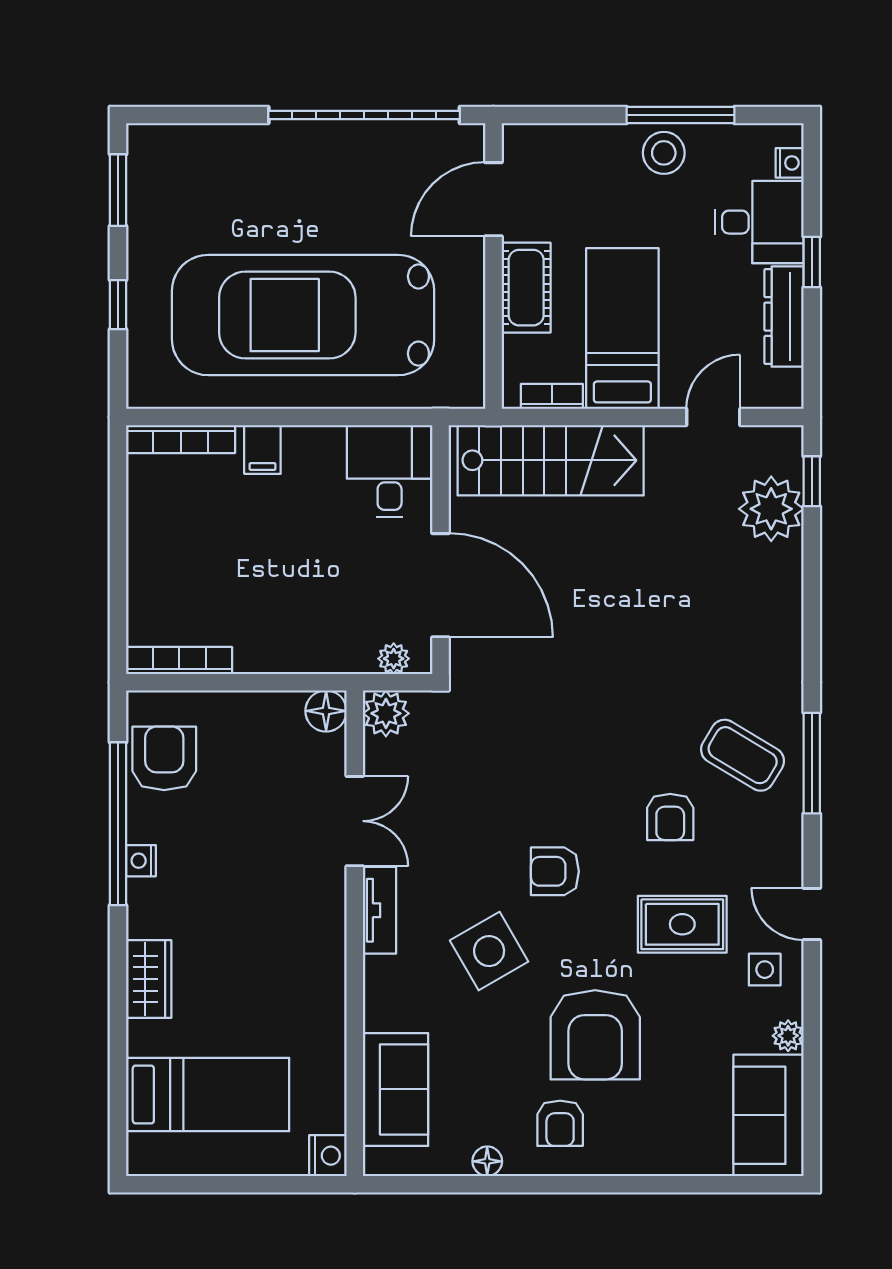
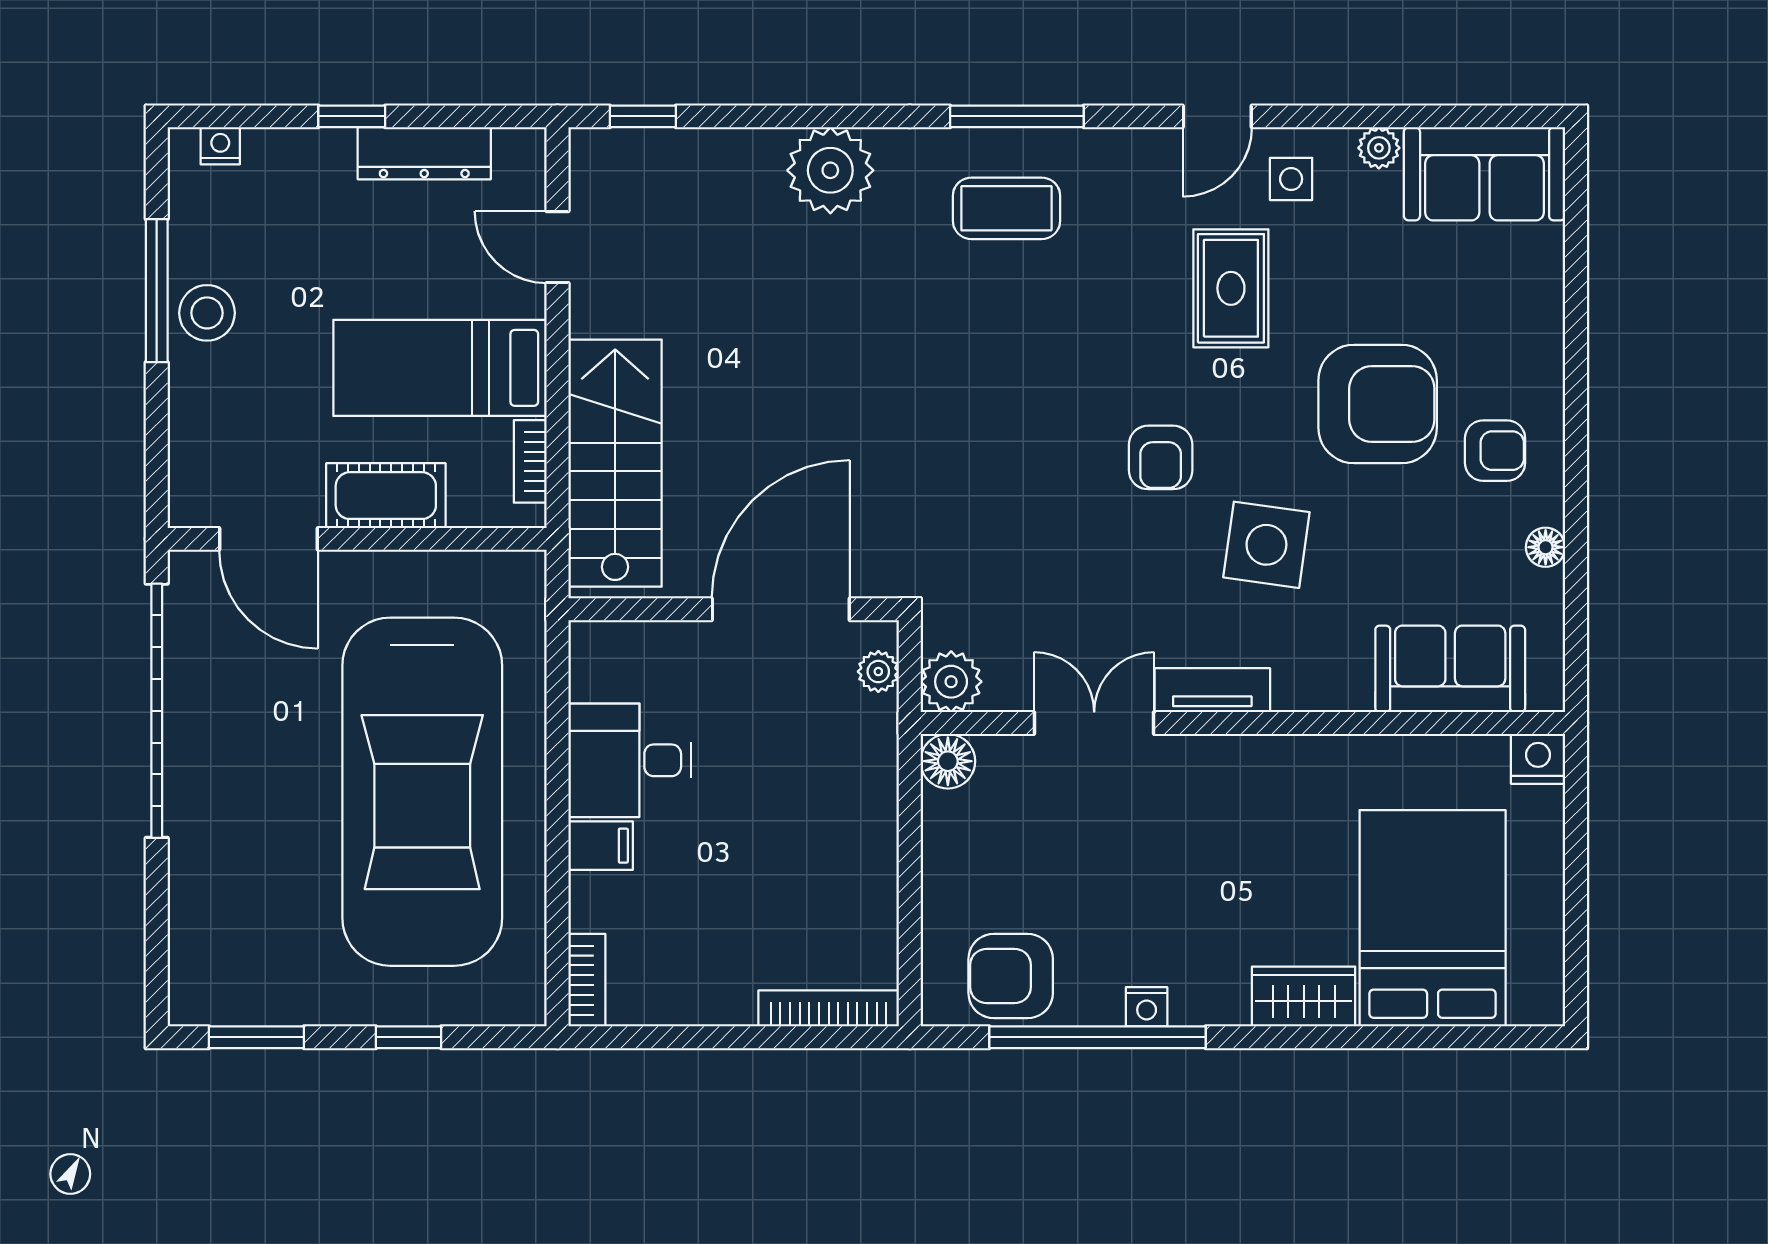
desk: (759, 222) -> (299, 186), removed
bookcase: (181, 439) -> (587, 980), width x0.64
desk: (390, 471) -> (630, 760), moved
plant: (771, 509) -> (830, 170), moved
bookcase: (179, 661) -> (829, 1008), moved, turned 90
coffee table: (743, 755) -> (1006, 208), turned 59
armchair: (670, 817) -> (1088, 304), removed
side table: (489, 951) -> (1266, 545), turned 38
bed: (208, 1094) -> (1433, 918), width x1.50

